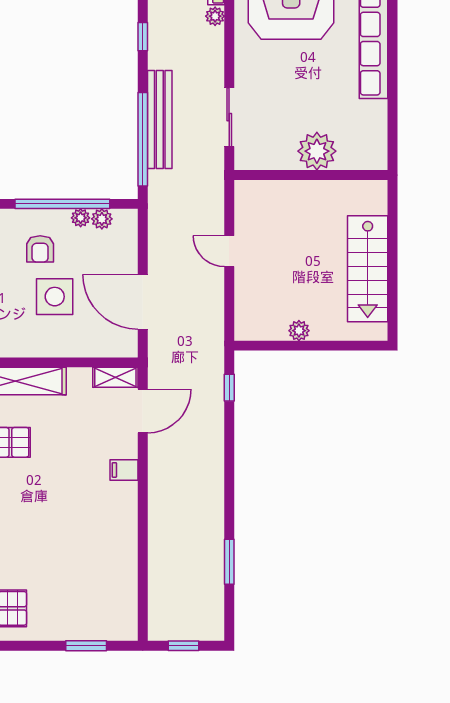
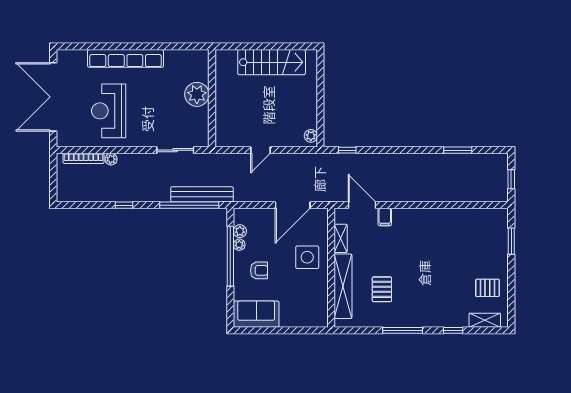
bench: (160, 120) -> (202, 194), moved
side table: (55, 297) -> (307, 257), moved
plant: (299, 331) -> (311, 136), moved
shelving: (115, 377) -> (341, 238), moved
filing cabinet: (124, 470) -> (385, 217), moved

